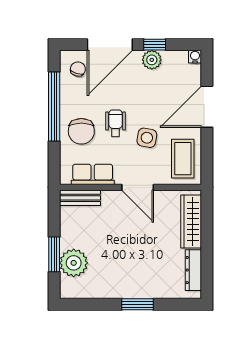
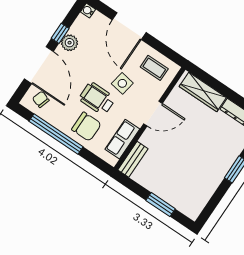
wheelchair: (116, 123) -> (97, 99), width x1.36, depth x1.37
coffee table: (183, 159) -> (154, 68), width x0.73, depth x0.77
plant: (74, 263) -> (176, 195), removed

